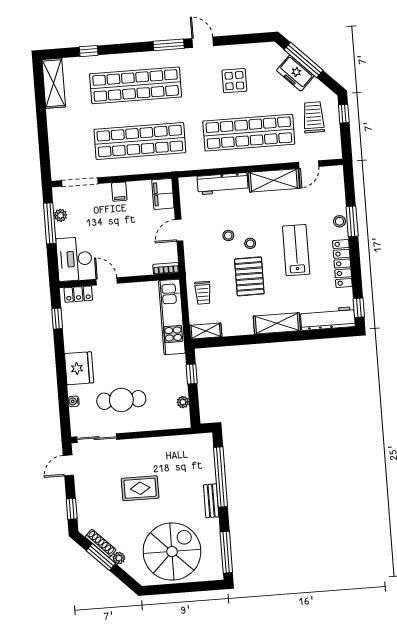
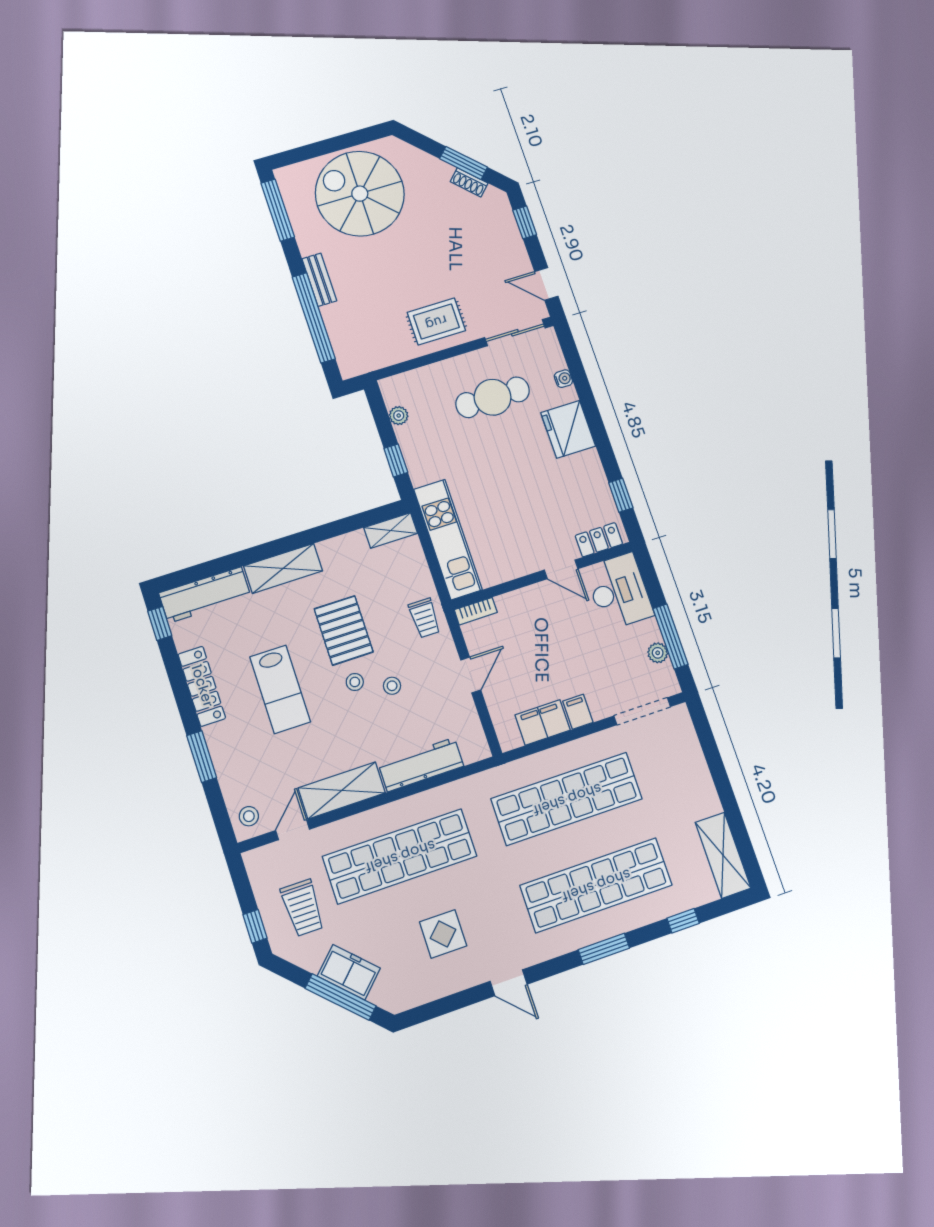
window: (169, 45) -> (604, 949), moved
filing cabinet: (163, 194) -> (543, 723), moved, turned -90
stool: (339, 221) -> (249, 816), moved
trolley: (203, 293) -> (424, 618), moved, turned 180
door: (68, 465) -> (546, 284), swing flipped
rug: (140, 488) -> (436, 322), moved
shoe rack: (101, 543) -> (469, 182), width x0.70
spiral stairs: (172, 552) -> (360, 194), turned 90
plant: (119, 558) -> (436, 167), removed

